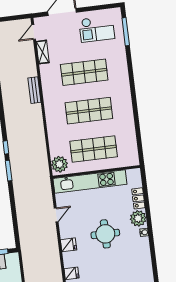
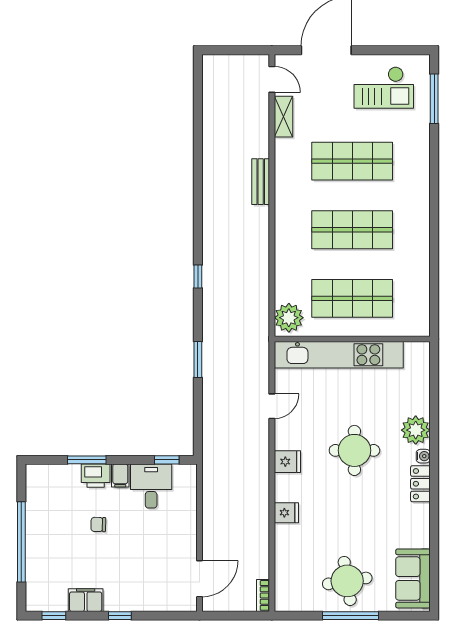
door: (34, 32) -> (272, 79), swing flipped
window: (9, 171) -> (198, 359), moved
locker: (138, 198) -> (420, 484), moved

